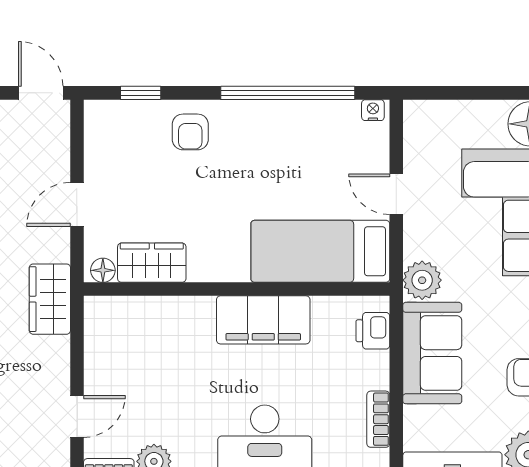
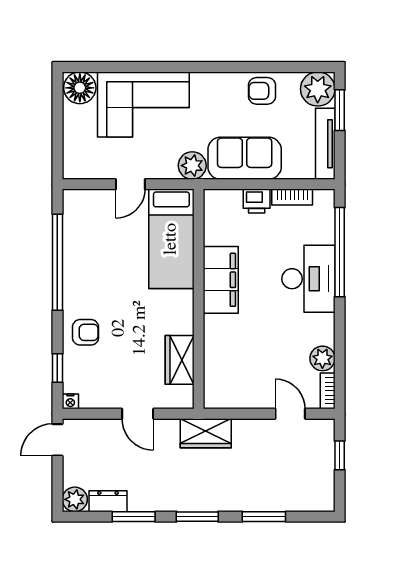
nightstand: (373, 110) -> (70, 401), moved, turned -90
floor lamp: (103, 270) -> (185, 395), removed
printer: (373, 331) -> (257, 201), moved

